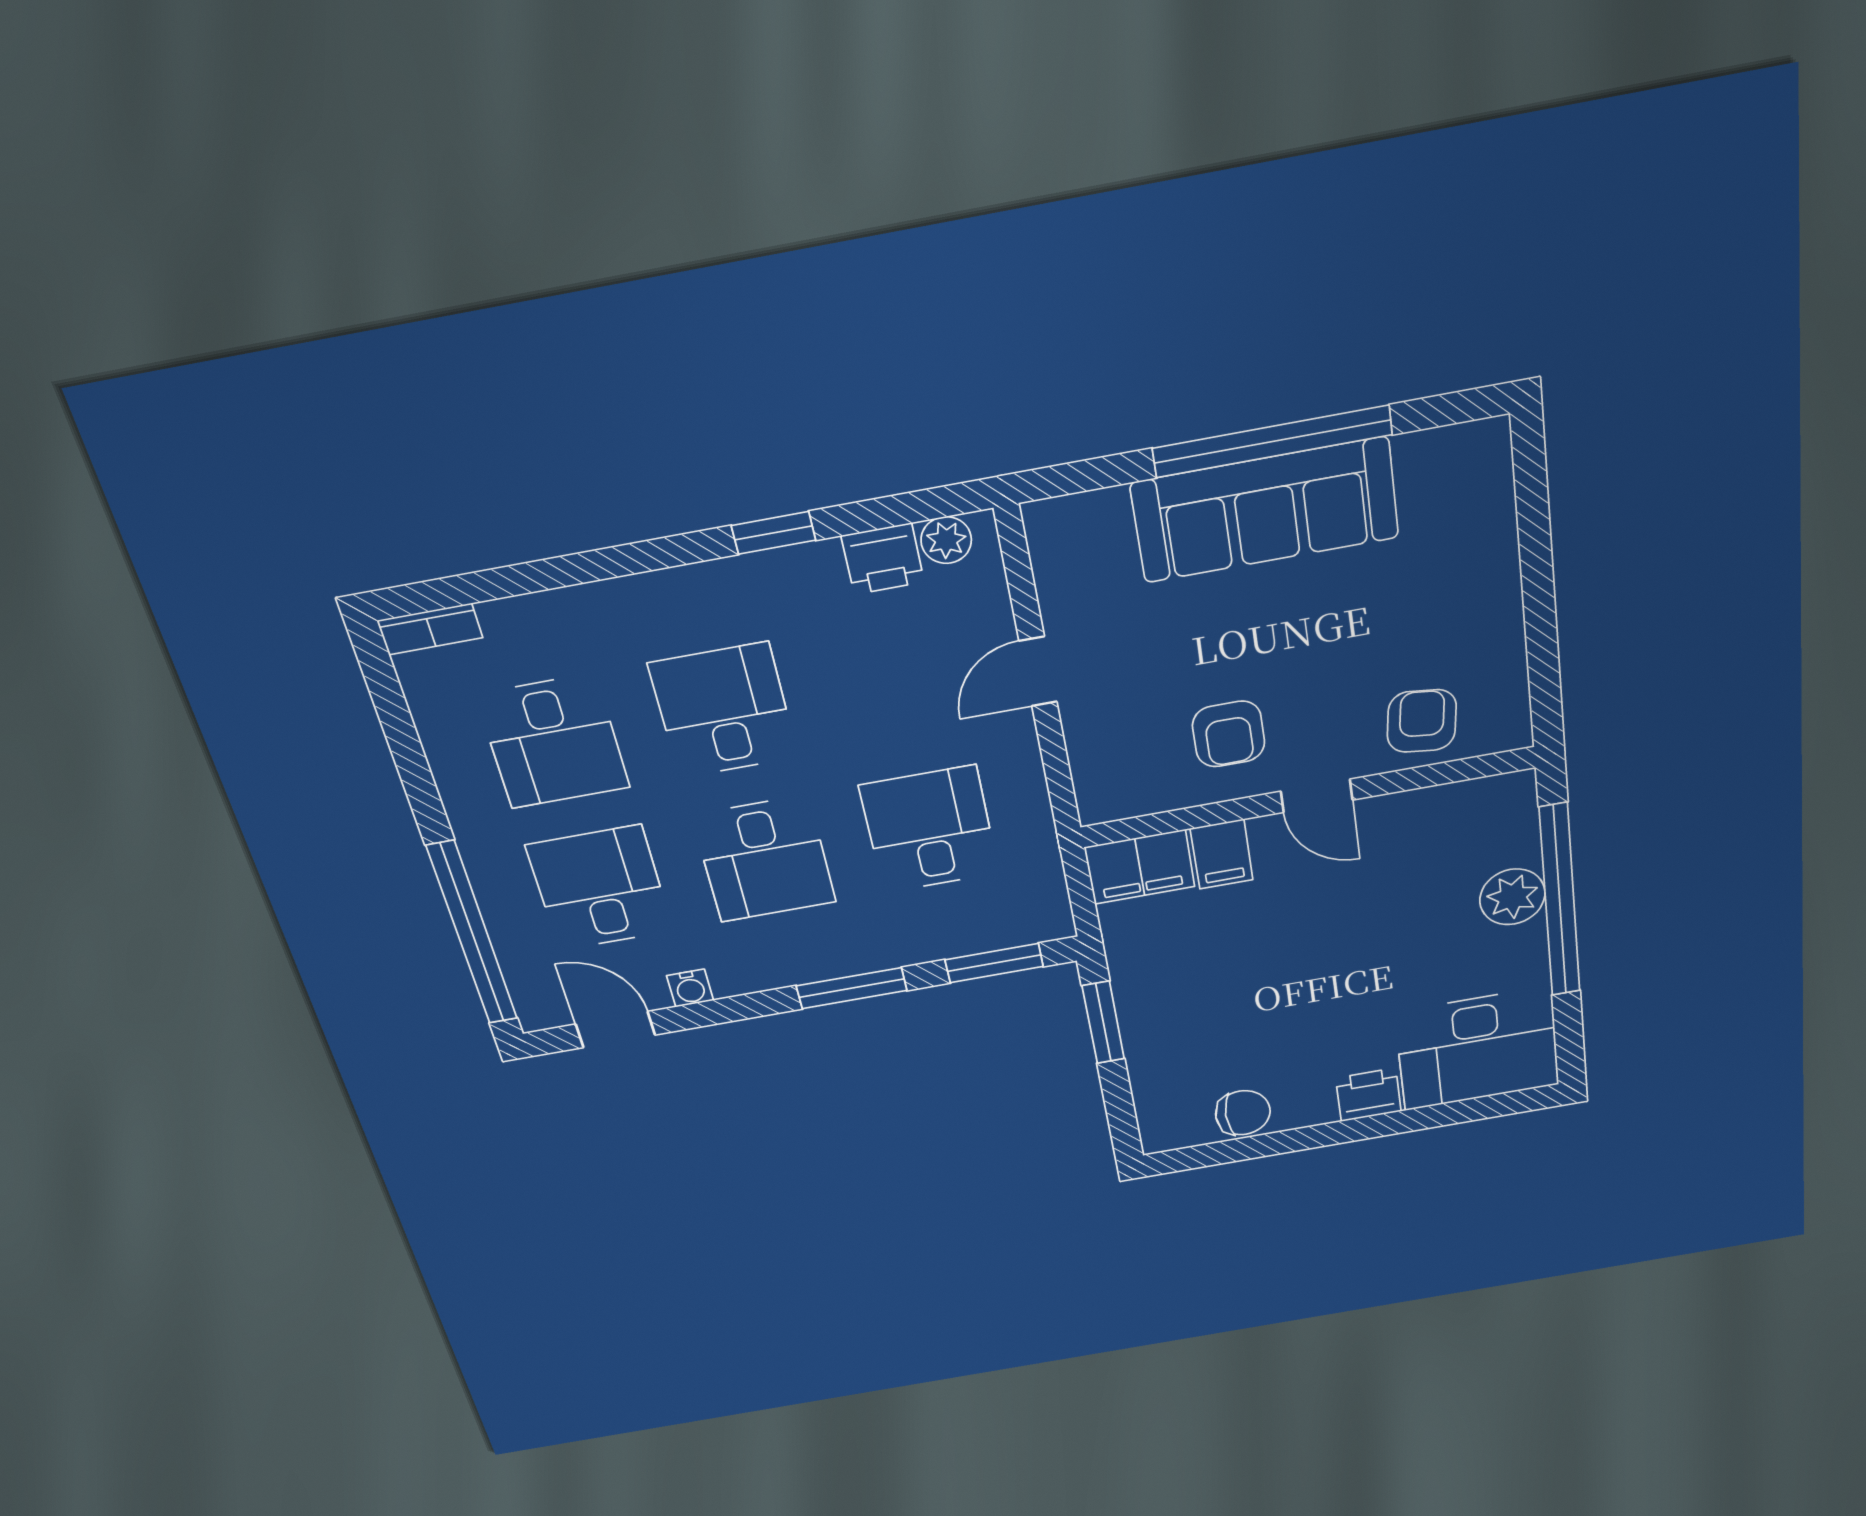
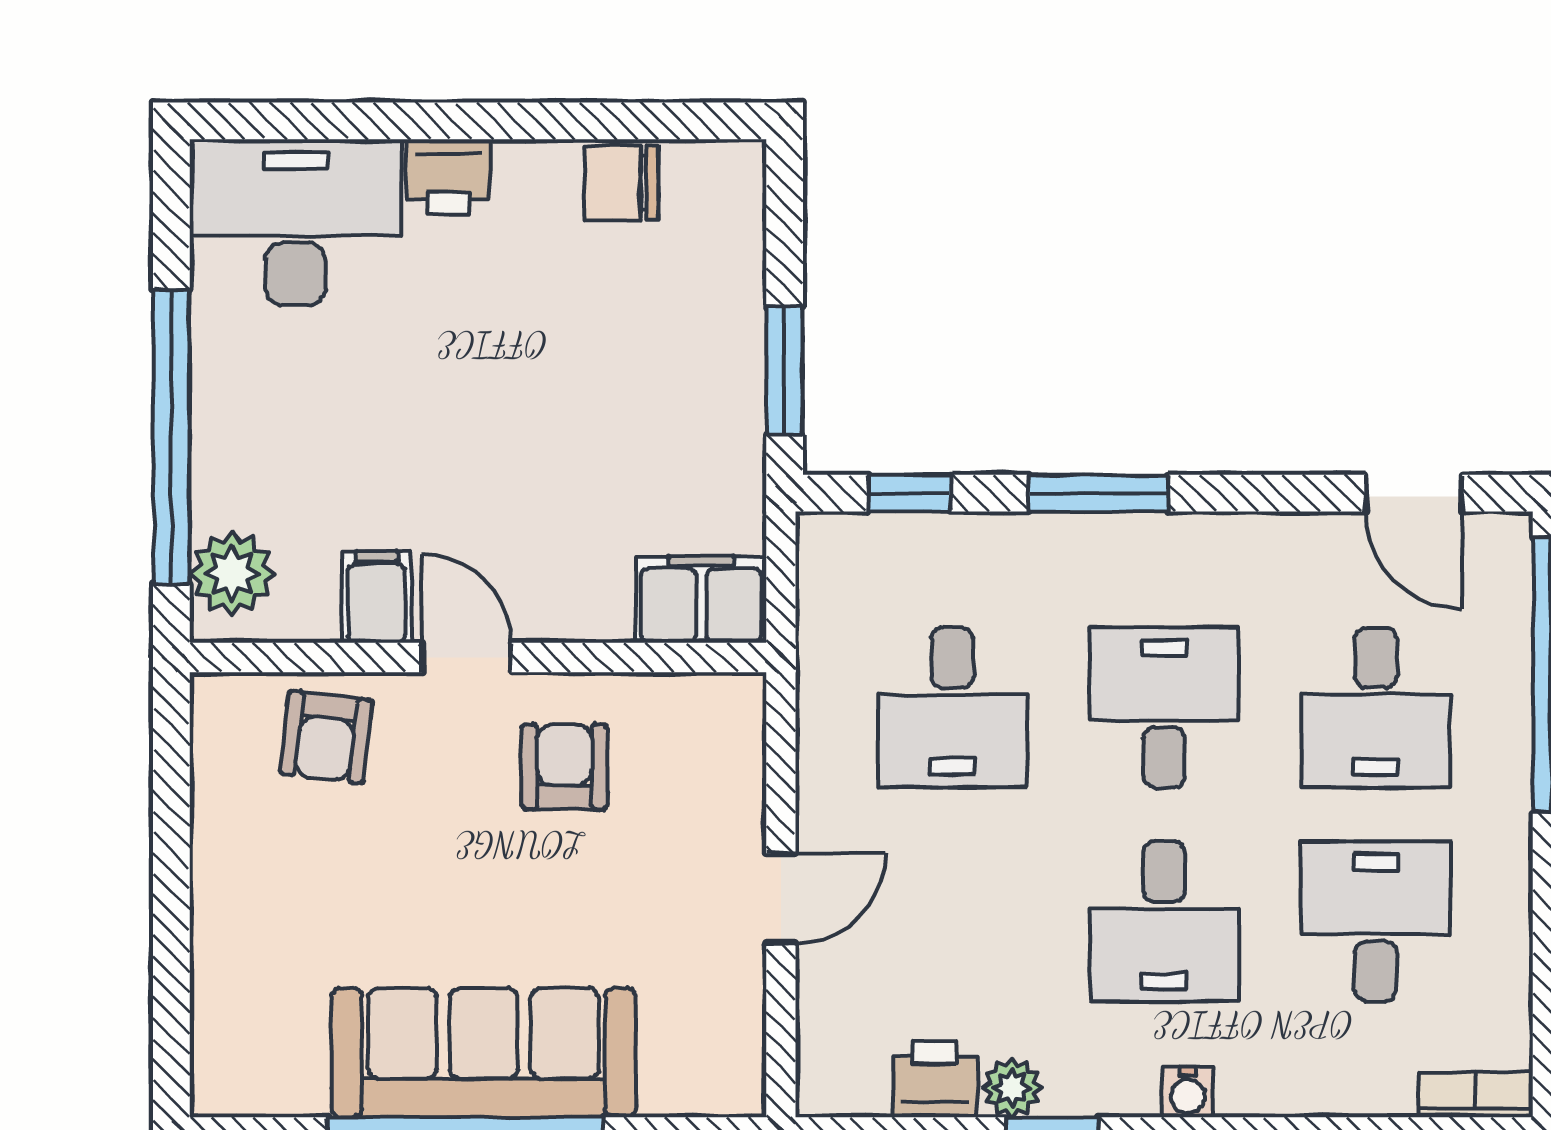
plant: (946, 540) -> (1012, 1088), moved
filing cabinet: (1222, 854) -> (376, 597), moved
plant: (1512, 897) -> (232, 573), moved
window: (994, 963) -> (909, 493), width x0.67
water cooler: (690, 988) -> (1188, 1092), moved, turned 180

